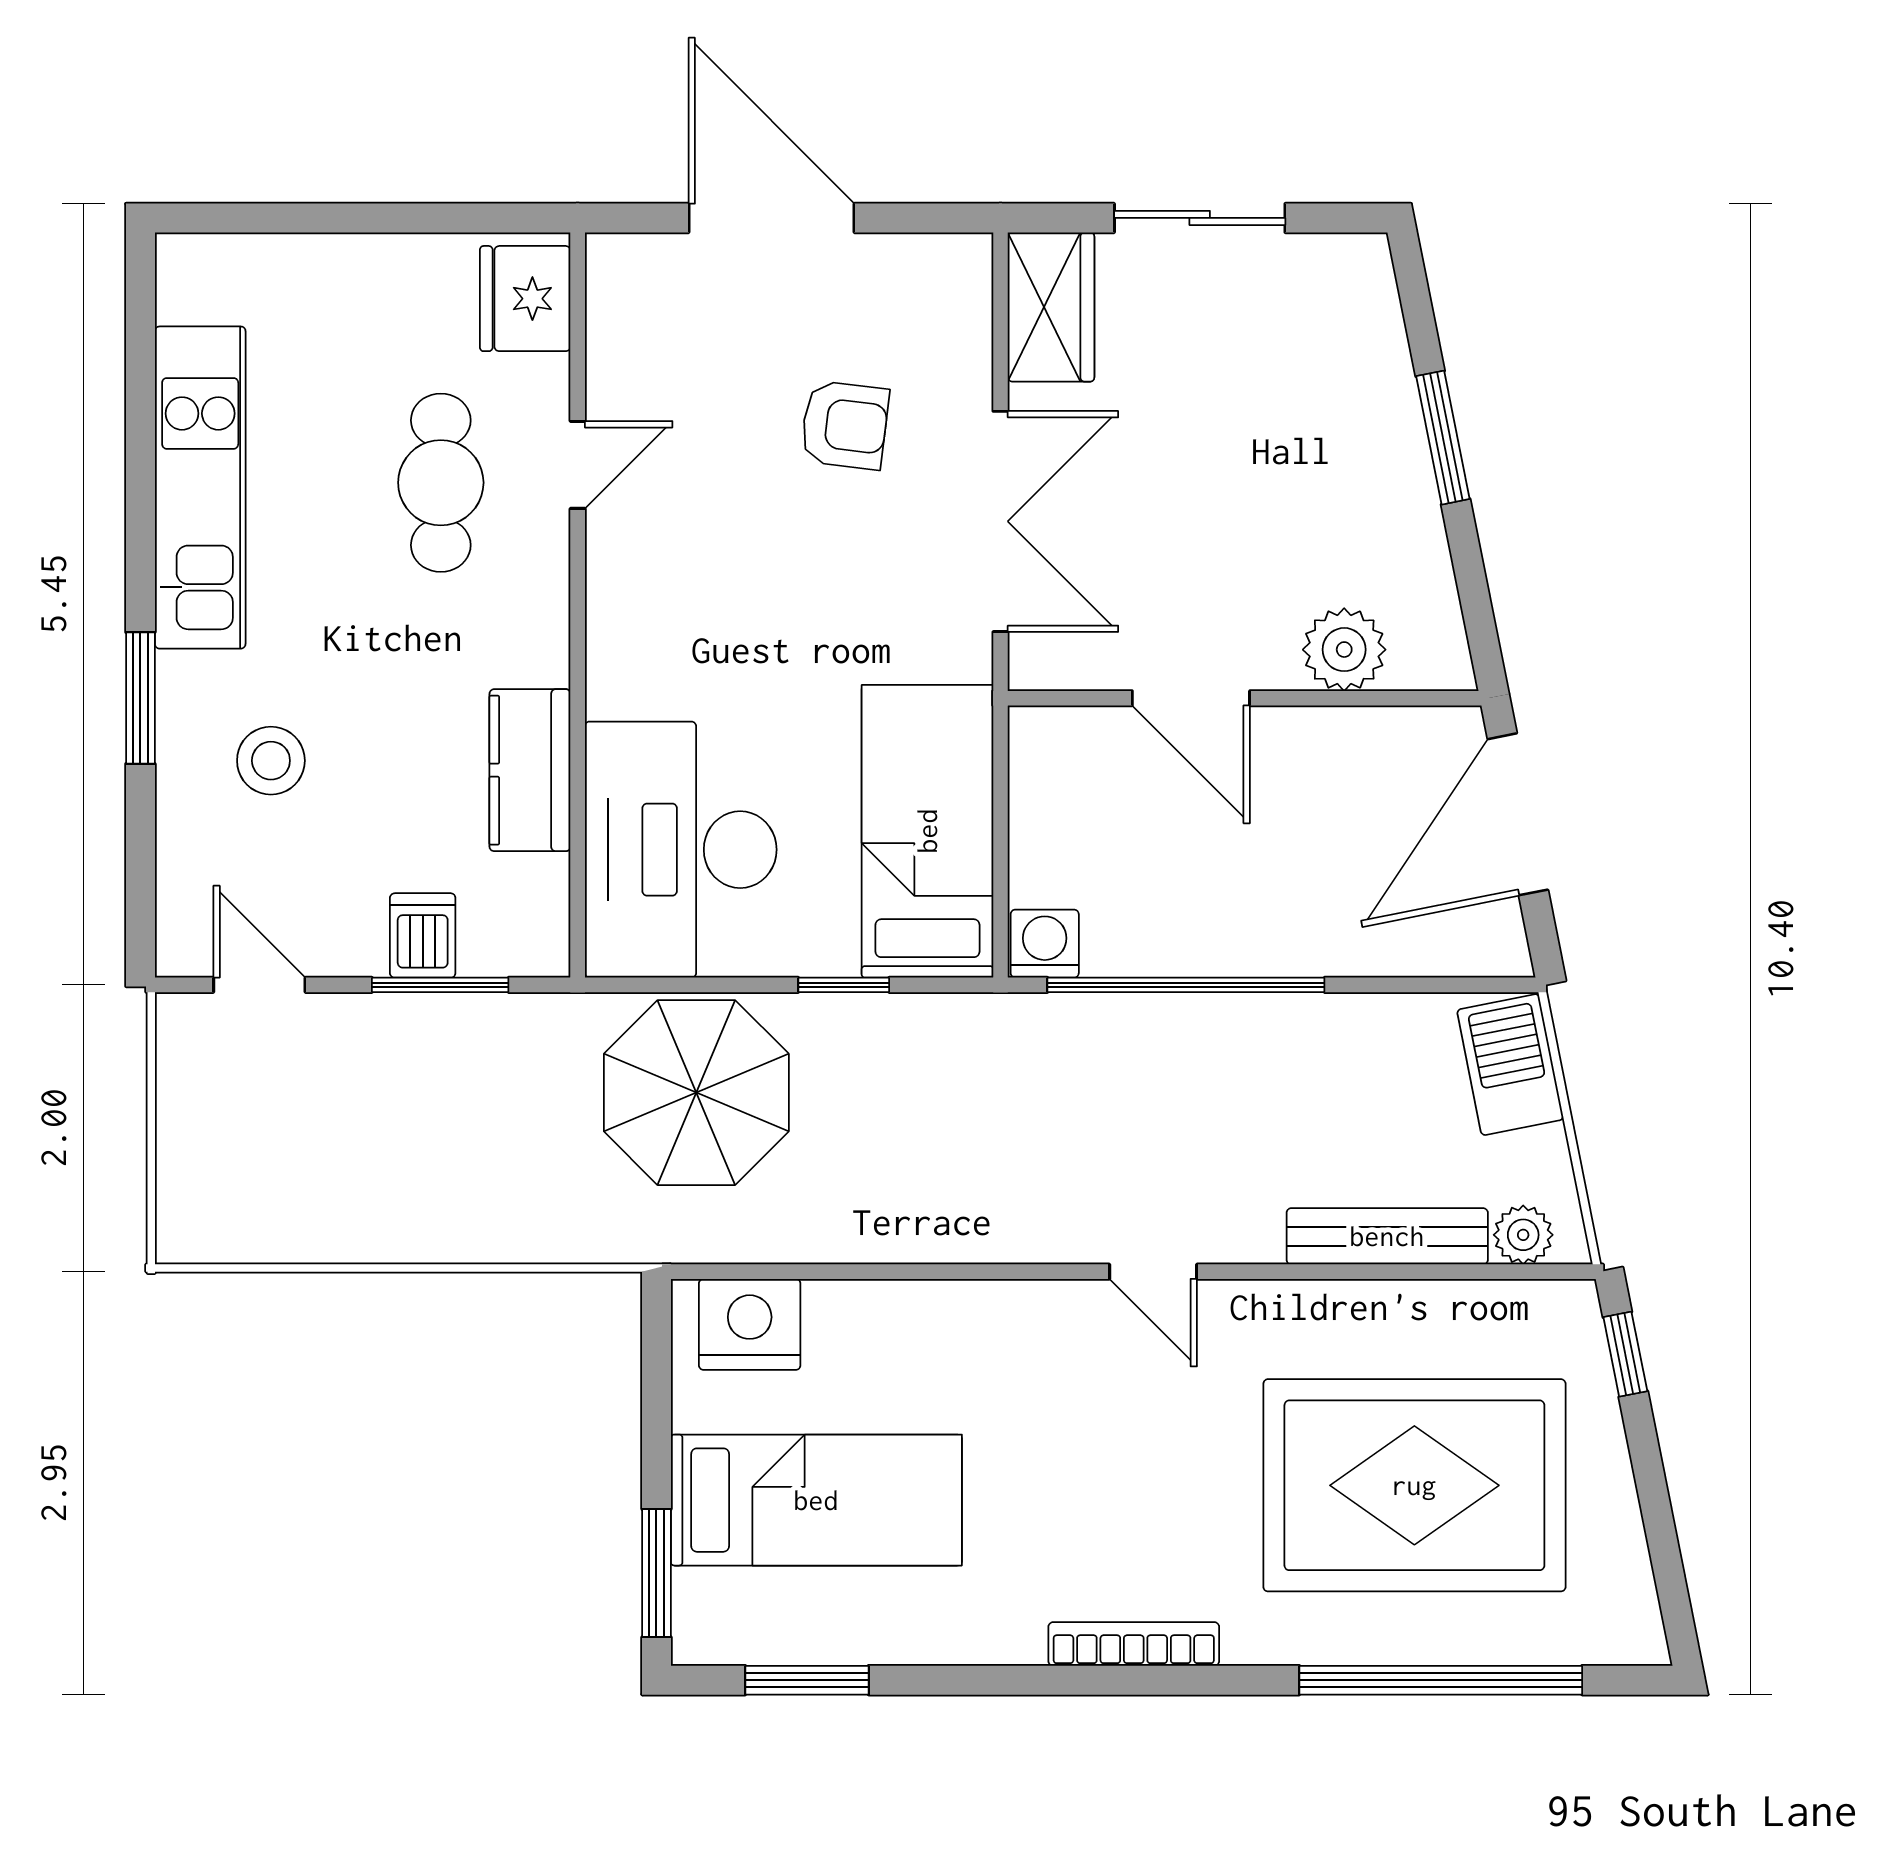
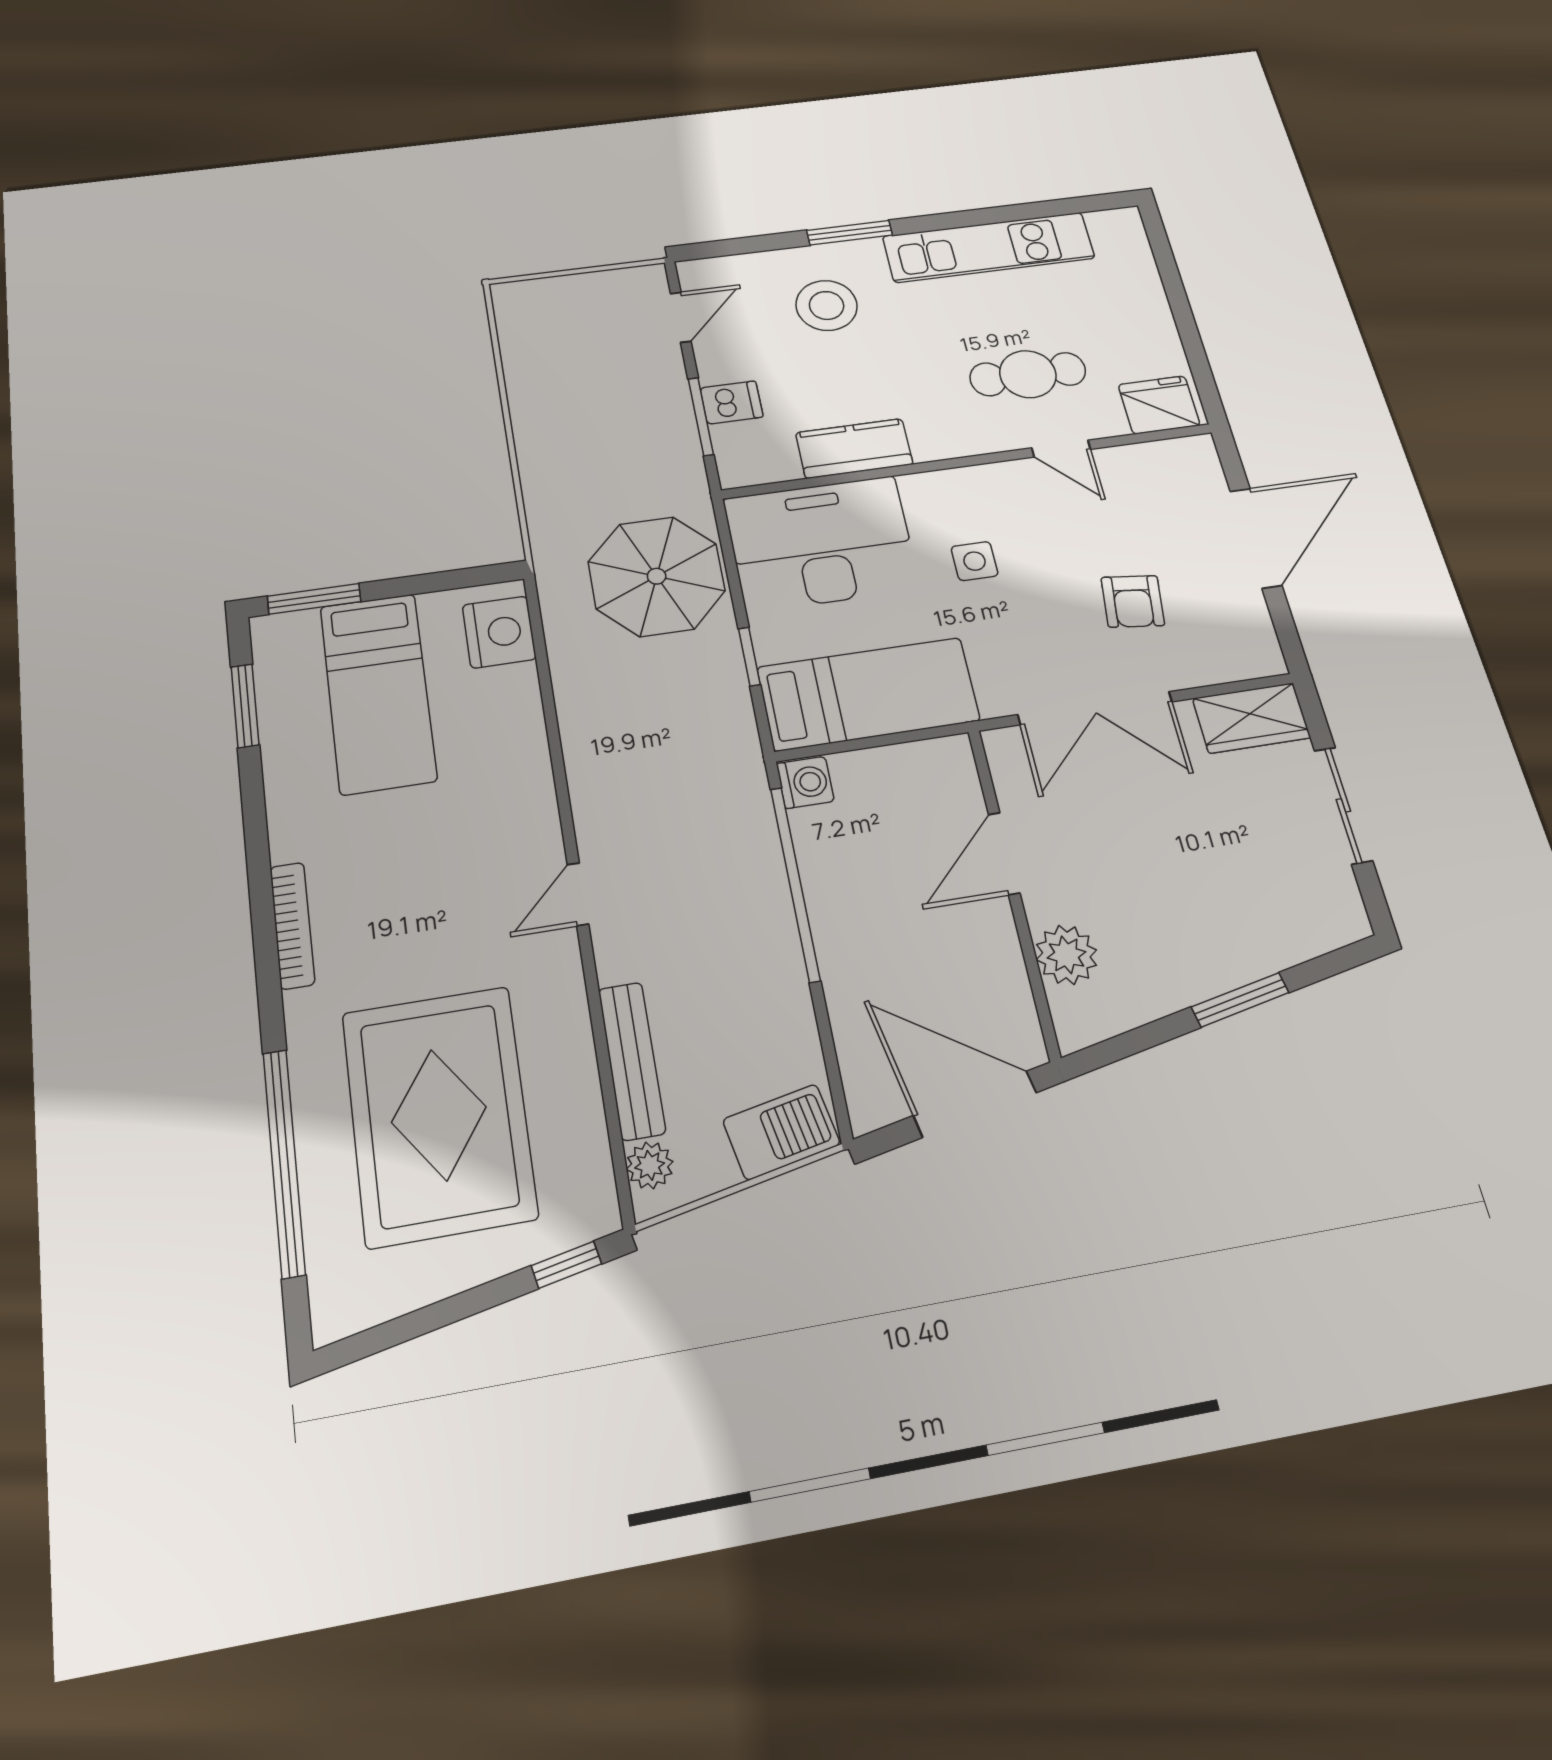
side table: (744, 636) -> (975, 561), added
stool: (271, 761) -> (827, 305), width x1.38, depth x1.38

